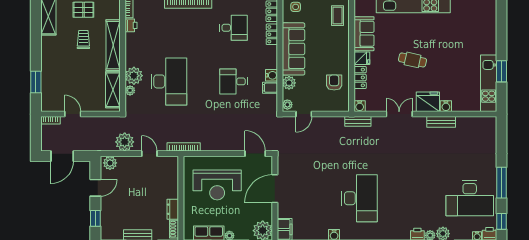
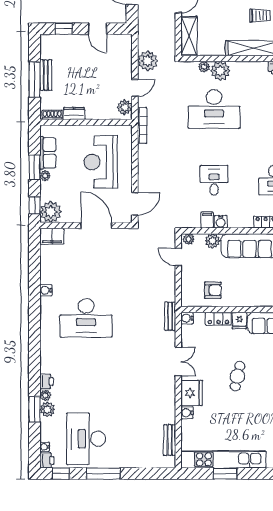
kitchen unit: (489, 83) -> (223, 459), width x1.36
shelving: (113, 90) -> (189, 36), moved, turned 90
bench: (441, 122) -> (170, 440), moved
plant: (110, 163) -> (125, 107), moved

